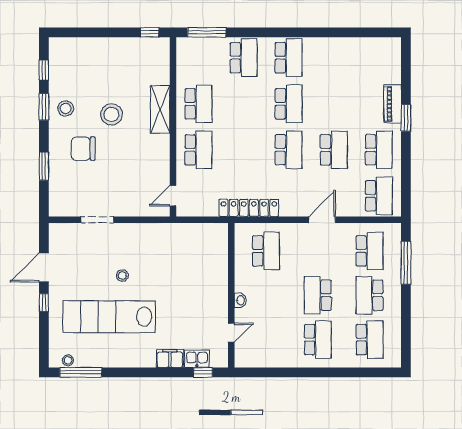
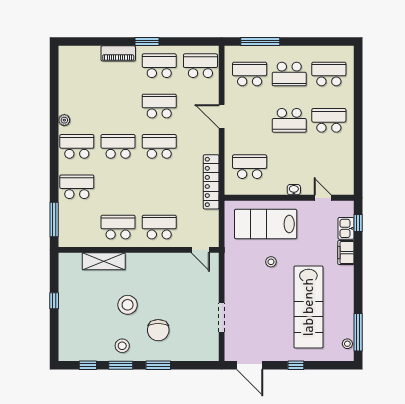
window: (150, 32) -> (54, 301), moved
plant: (318, 44) -> (64, 120), added
shelving: (160, 109) -> (104, 261), moved
window: (406, 118) -> (147, 42), moved
window: (44, 166) -> (158, 365), moved
door: (44, 267) -> (250, 365), moved
lab bench: (202, 269) -> (266, 224), added
stool: (122, 275) -> (271, 262), moved

